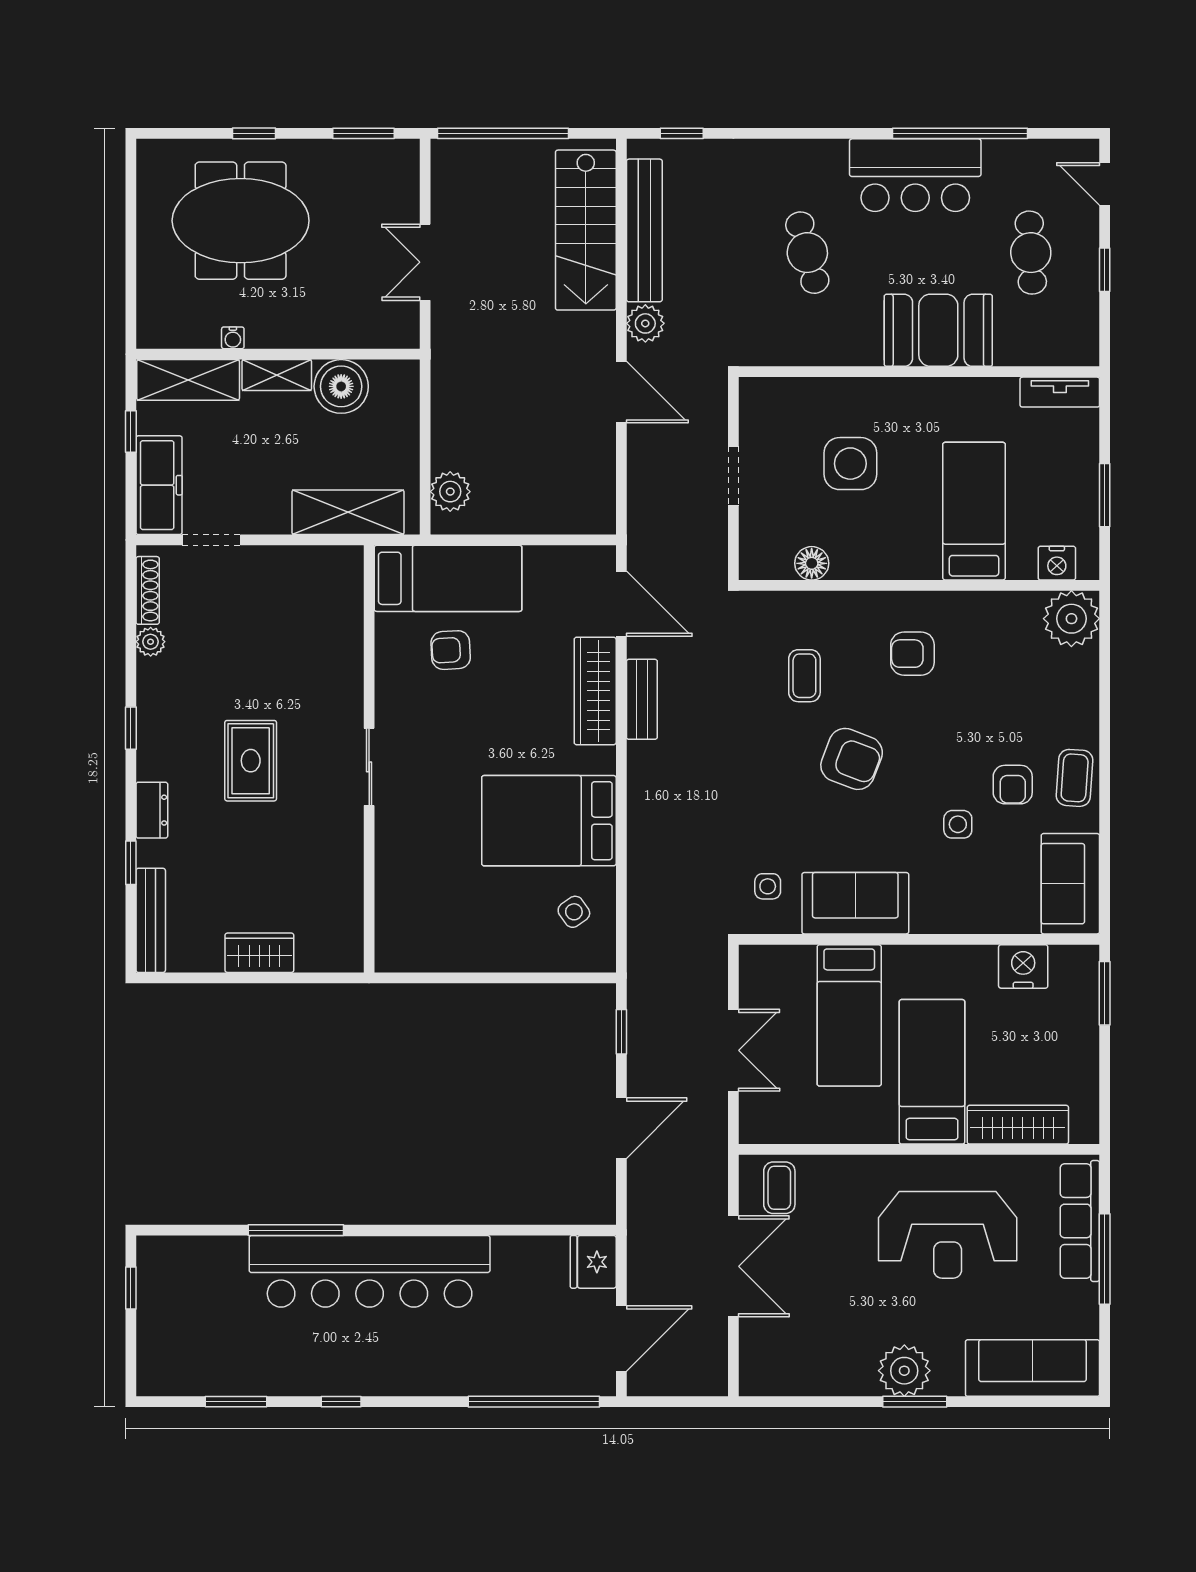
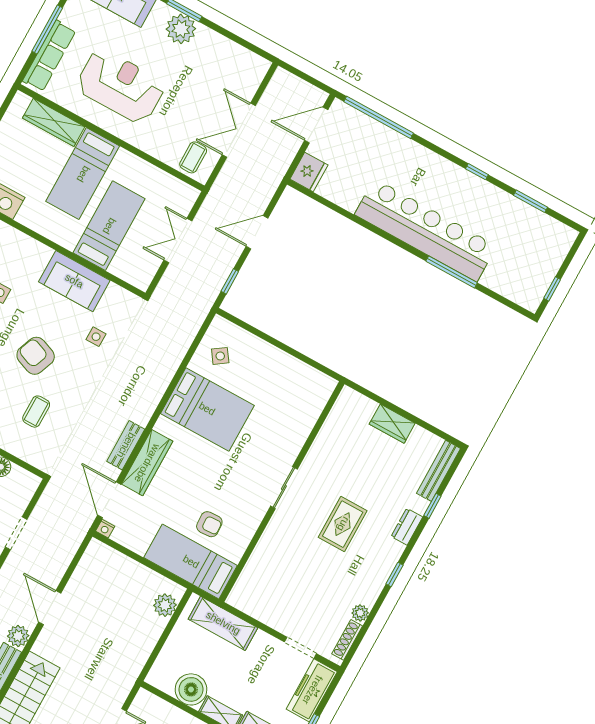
nightstand: (604, 557) -> (105, 529), added
side table: (768, 886) -> (96, 337), moved

